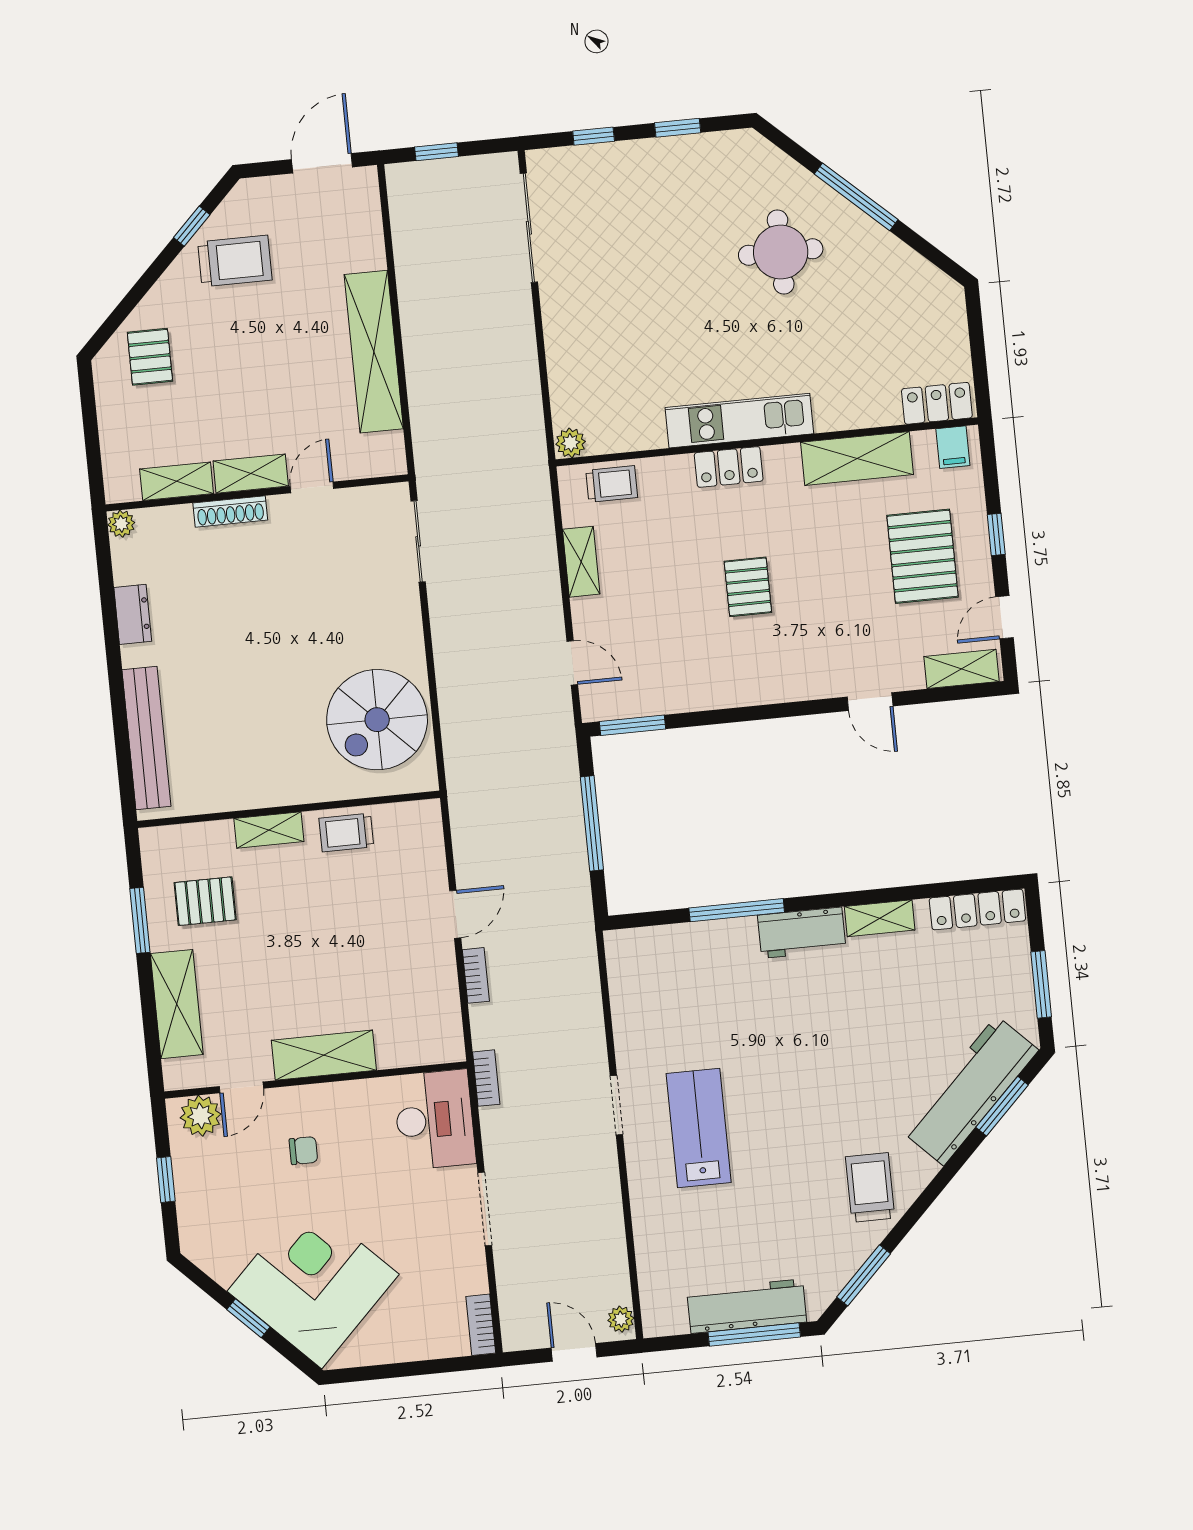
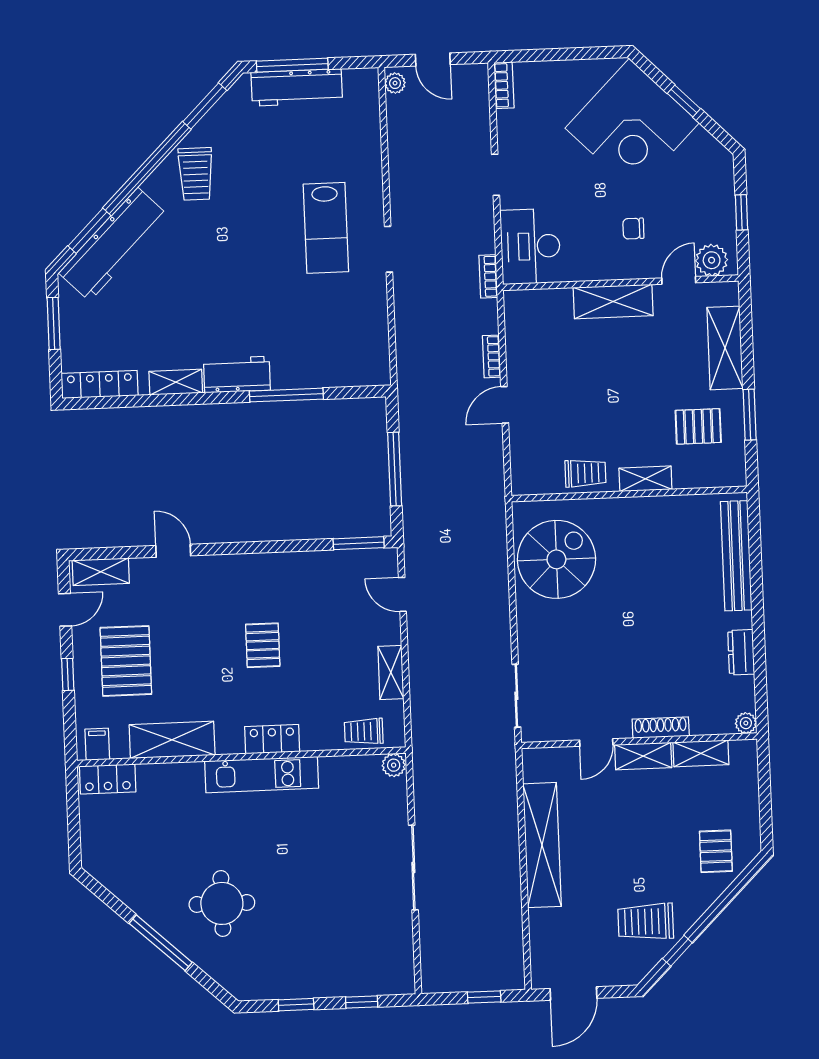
sliding door: (529, 228) -> (413, 867), moved
doorway: (485, 1209) -> (495, 175), width x0.73

